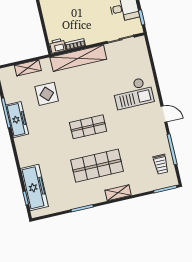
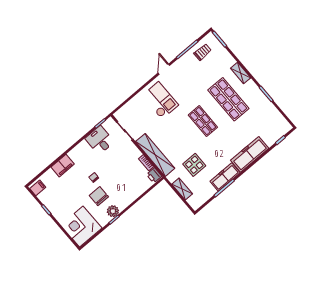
freezer: (34, 187) -> (250, 154), moved

